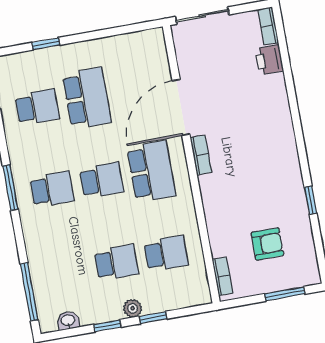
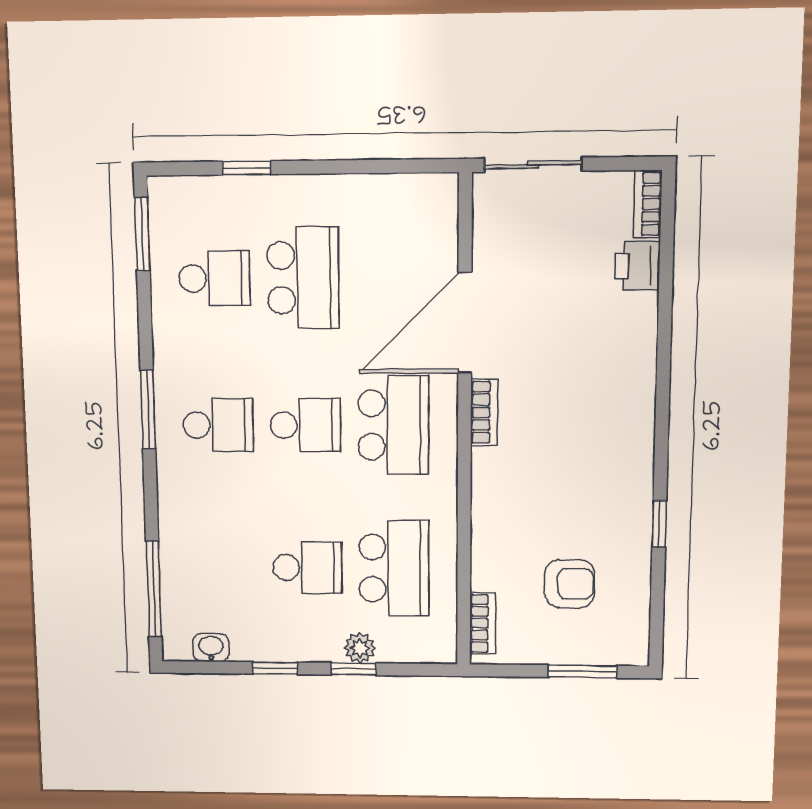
school desk: (166, 254) -> (394, 568), width x1.85
plant: (133, 308) -> (360, 648), moved

